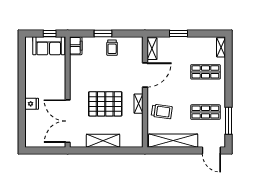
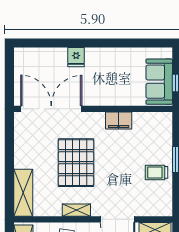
filing cabinet: (76, 46) -> (119, 120), moved
shelving: (103, 141) -> (23, 193), moved

